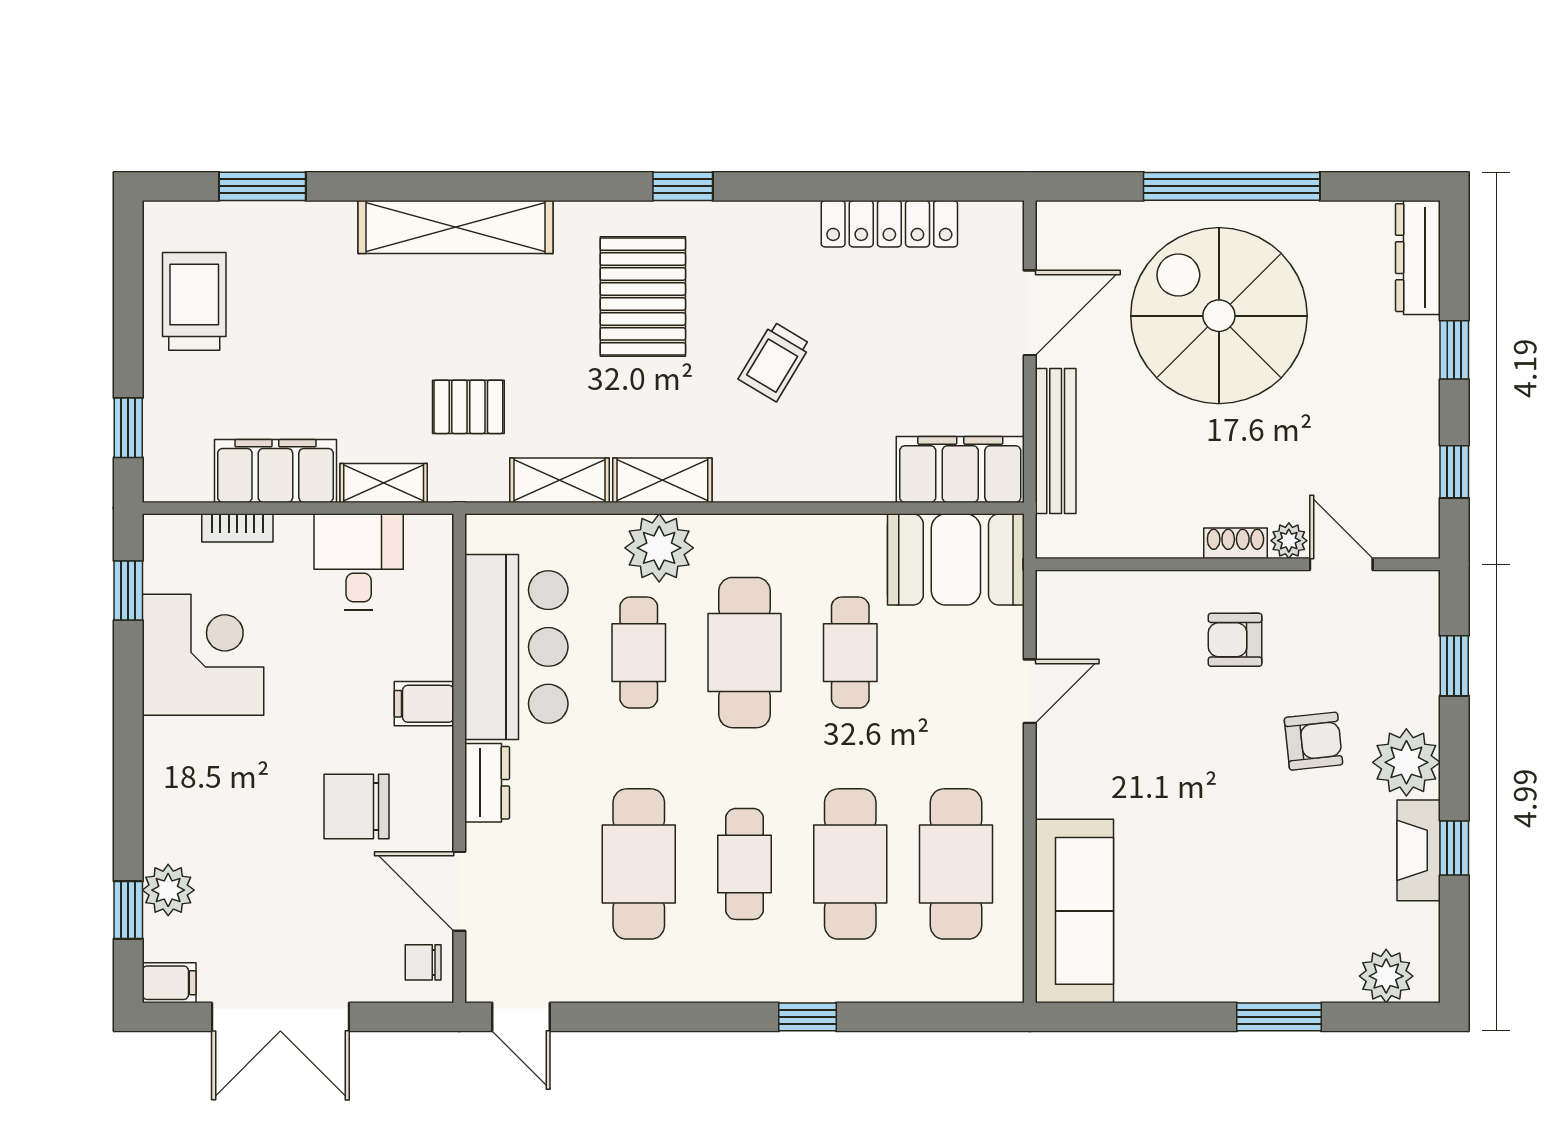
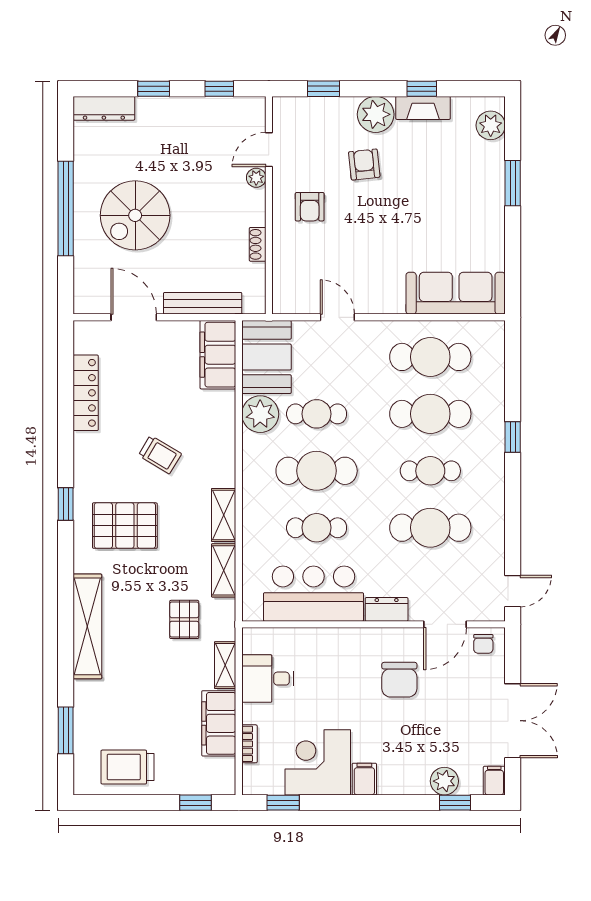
spiral stairs: (1219, 316) -> (135, 215), width x0.73, depth x0.73
shoe rack: (1235, 543) -> (258, 244), moved
plant: (659, 548) -> (260, 414), moved
filing cabinet: (424, 704) -> (364, 779), moved, turned 180

